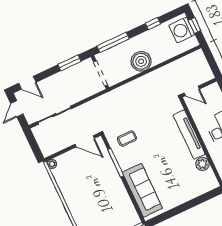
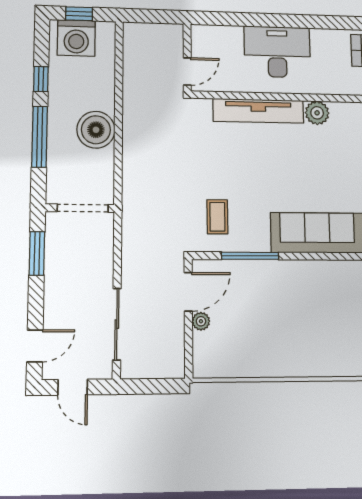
window: (113, 42) -> (40, 137), moved
plant: (52, 164) -> (201, 321), moved

